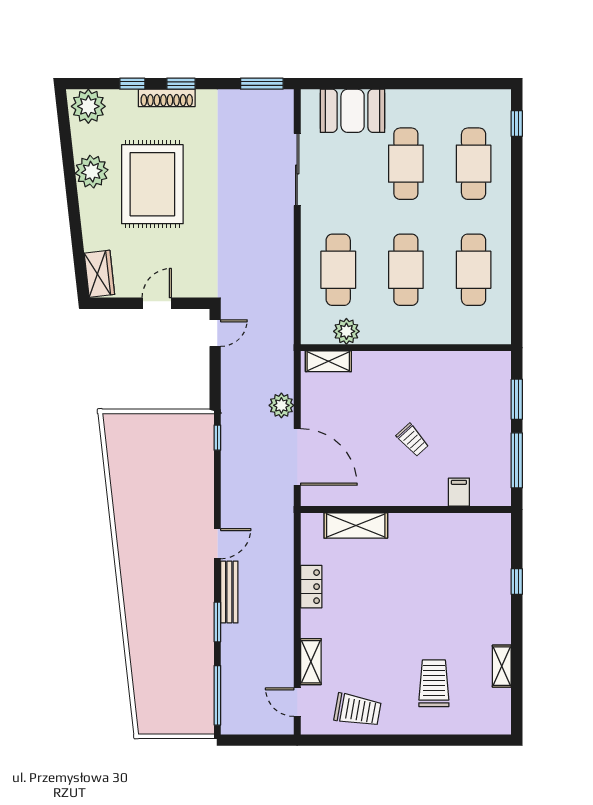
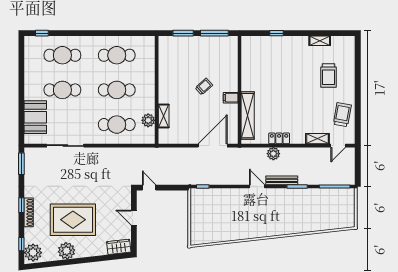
window: (132, 84) -> (21, 244), moved
shelving: (328, 361) -> (164, 116), moved
plant: (281, 405) -> (273, 154), moved
filing cabinet: (459, 492) -> (231, 98), moved
shelving: (356, 526) -> (248, 116), width x1.47
trolley: (434, 683) -> (329, 76), turned -90

